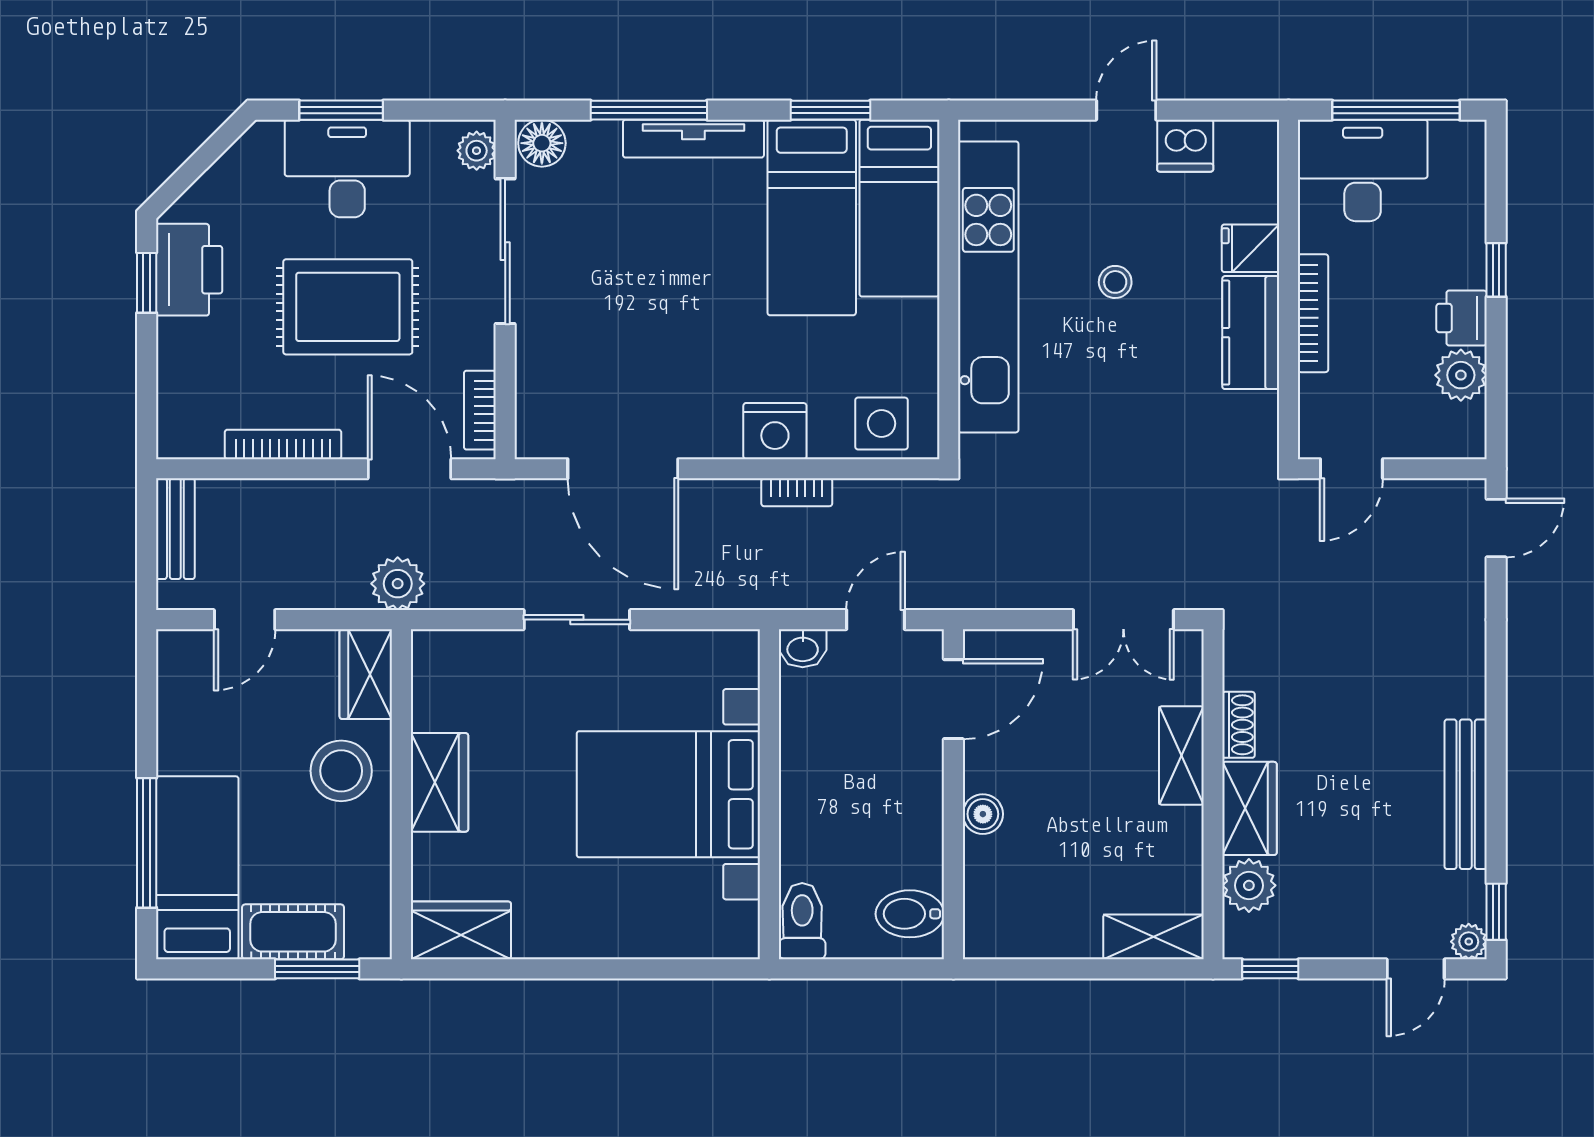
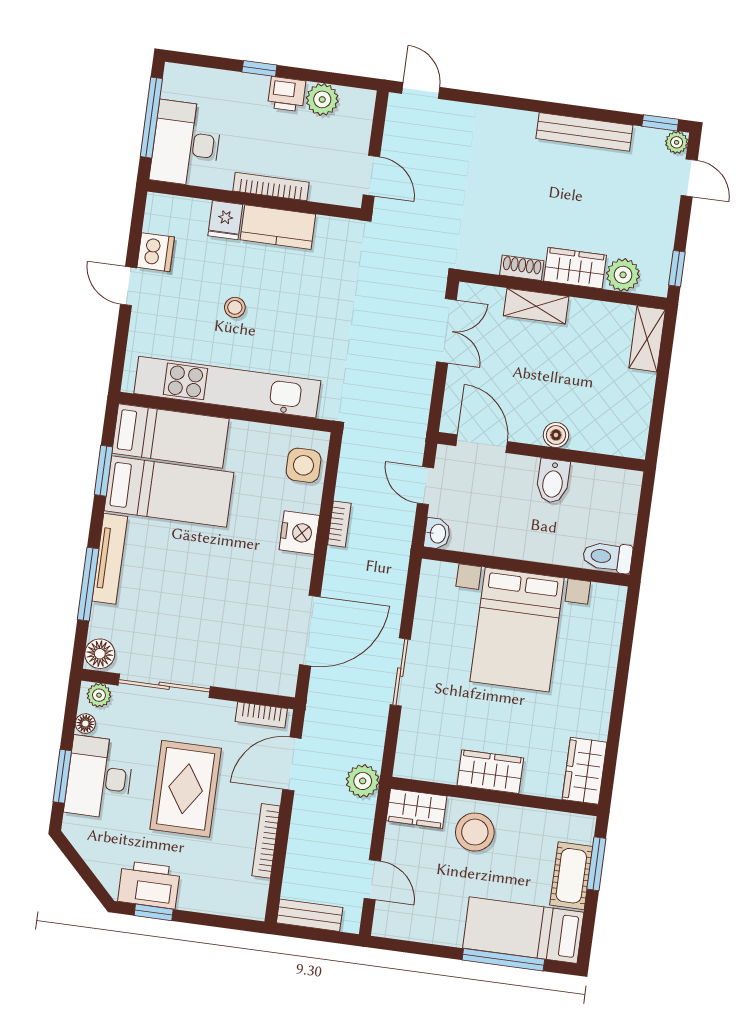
floor lamp: (429, 135) -> (85, 724), added
bidet: (910, 914) -> (553, 481), moved

